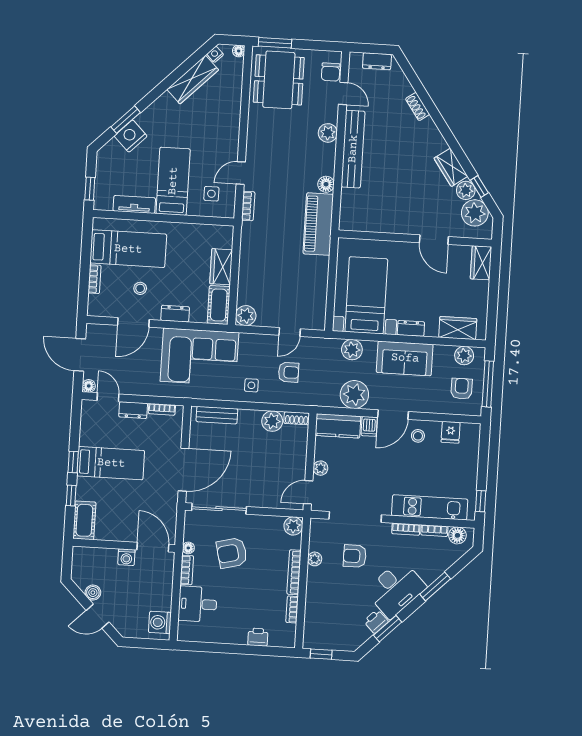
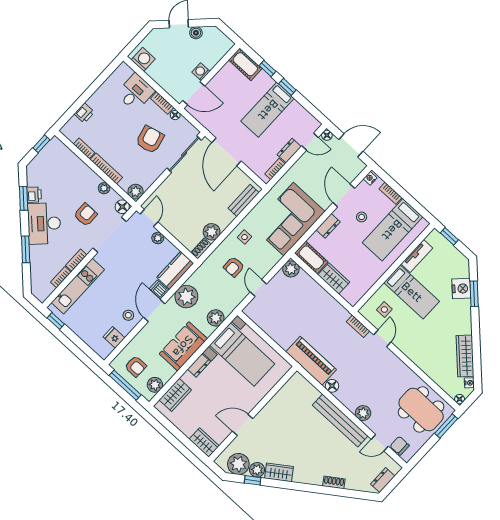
nightstand: (96, 310) -> (370, 178), added
floor lamp: (457, 535) -> (122, 207), moved

